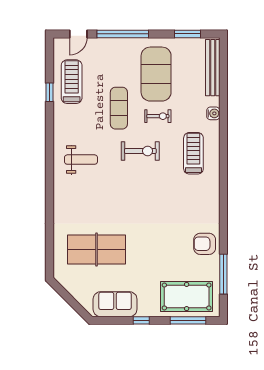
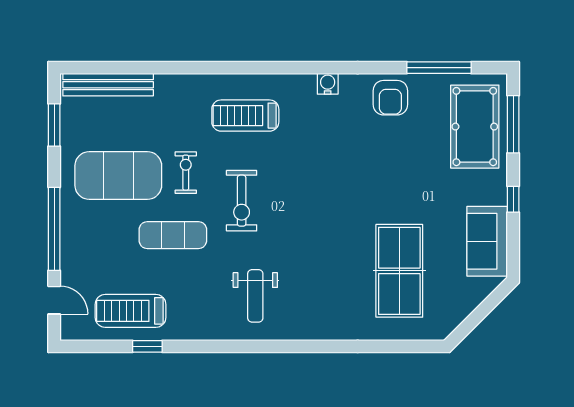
water cooler: (213, 113) -> (328, 84), moved
exercise bike: (140, 151) -> (242, 201), turned 180
weight bench: (81, 160) -> (255, 296), turned 180

